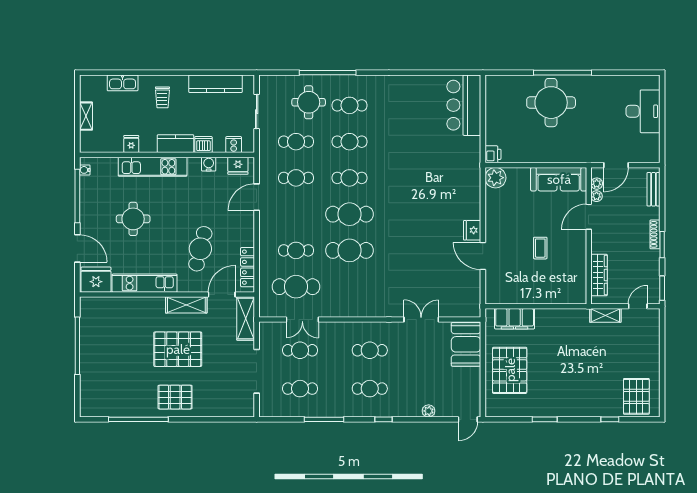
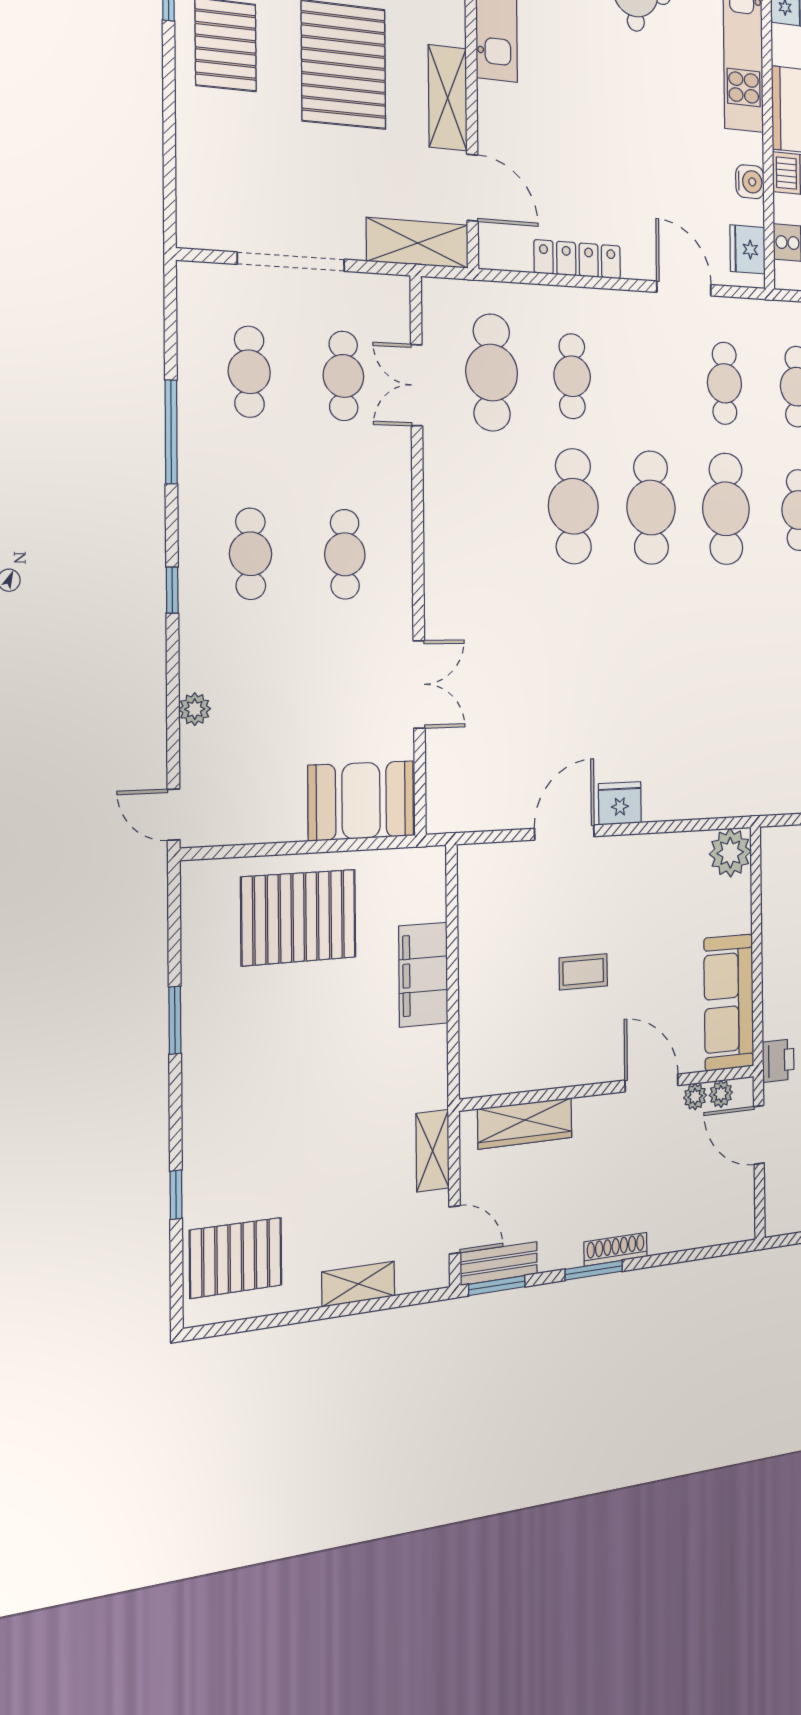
printer: (493, 154) -> (778, 1061), moved, turned -90
cafe table: (349, 178) -> (726, 509), width x1.37, depth x1.35
bench: (654, 189) -> (499, 1263), moved
cafe table: (200, 249) -> (573, 145), removed
locker: (248, 267) -> (577, 259), moved
filing cabinet: (515, 319) -> (423, 975), moved
shelving: (653, 347) -> (358, 1284), added

